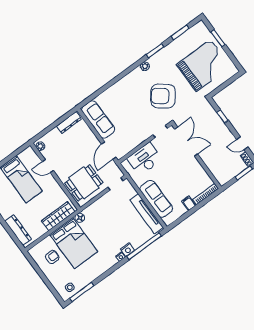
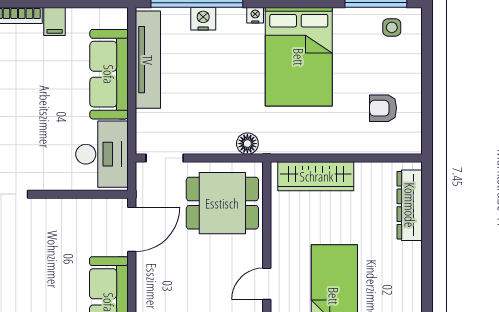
desk: (145, 159) -> (102, 154), moved, turned -90
door: (48, 166) -> (267, 284), swing flipped
floor lamp: (80, 218) -> (247, 144), moved
bed: (74, 243) -> (299, 57), moved, turned 180
nightstand: (127, 250) -> (203, 19), moved

